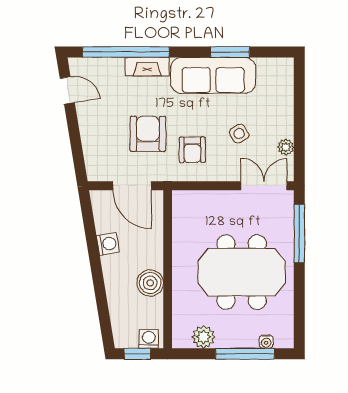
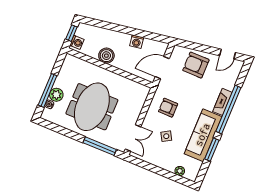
window: (126, 52) -> (228, 110), moved
armchair: (148, 134) -> (196, 65), moved, turned 180
plant: (286, 147) -> (180, 171), moved
plant: (203, 337) -> (56, 95), moved

